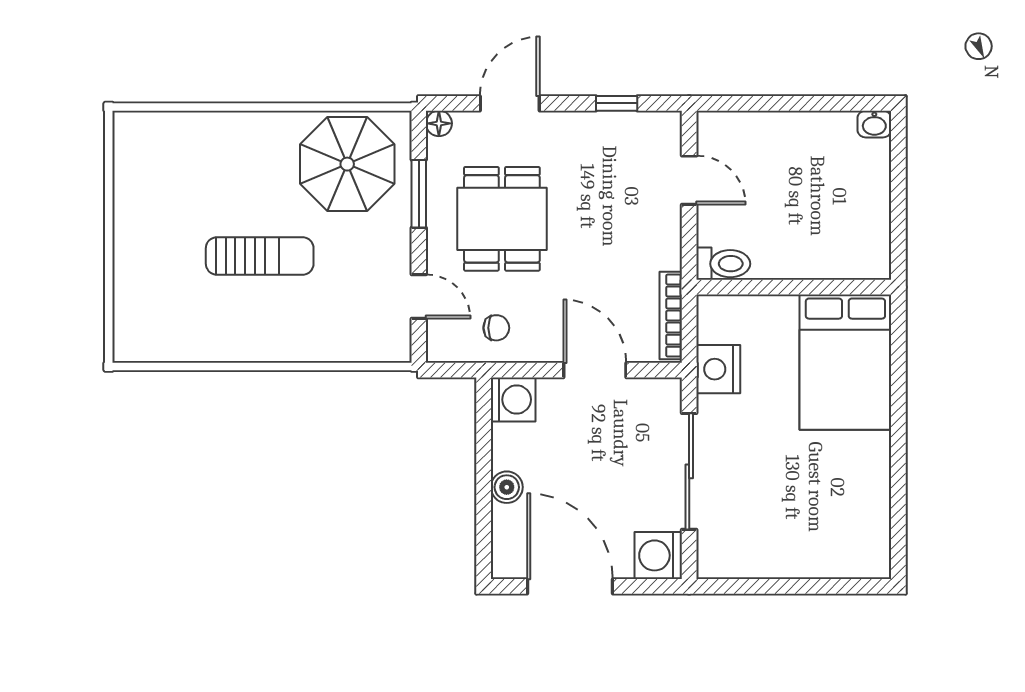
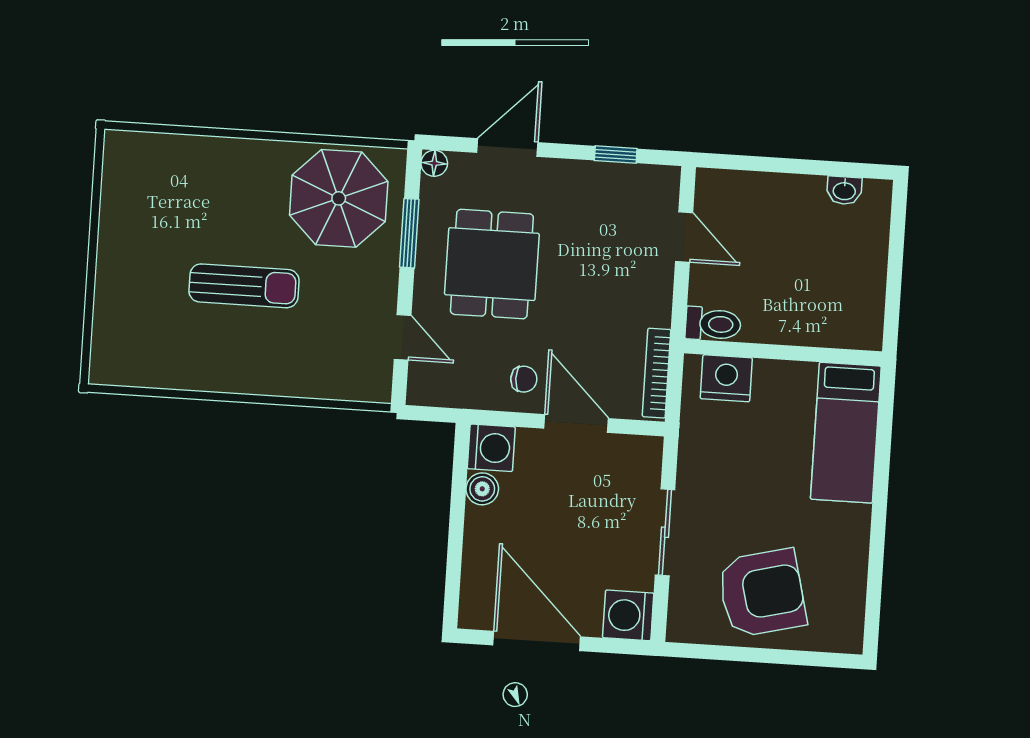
washbasin: (874, 124) -> (844, 190), moved
chair: (496, 328) -> (524, 379), moved
bed: (845, 362) -> (846, 433), width x0.67
nightstand: (718, 369) -> (726, 378), moved, turned 90
sliding door: (689, 471) -> (665, 532), width x0.73
boiler: (507, 487) -> (482, 489), moved
armchair: (788, 525) -> (762, 593), added

